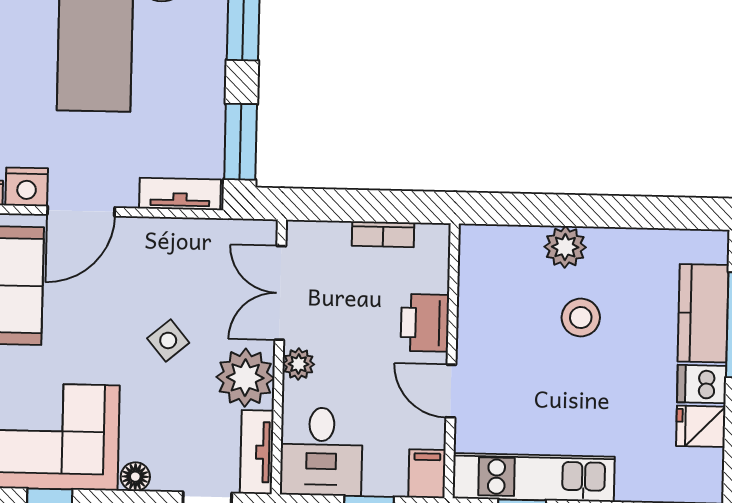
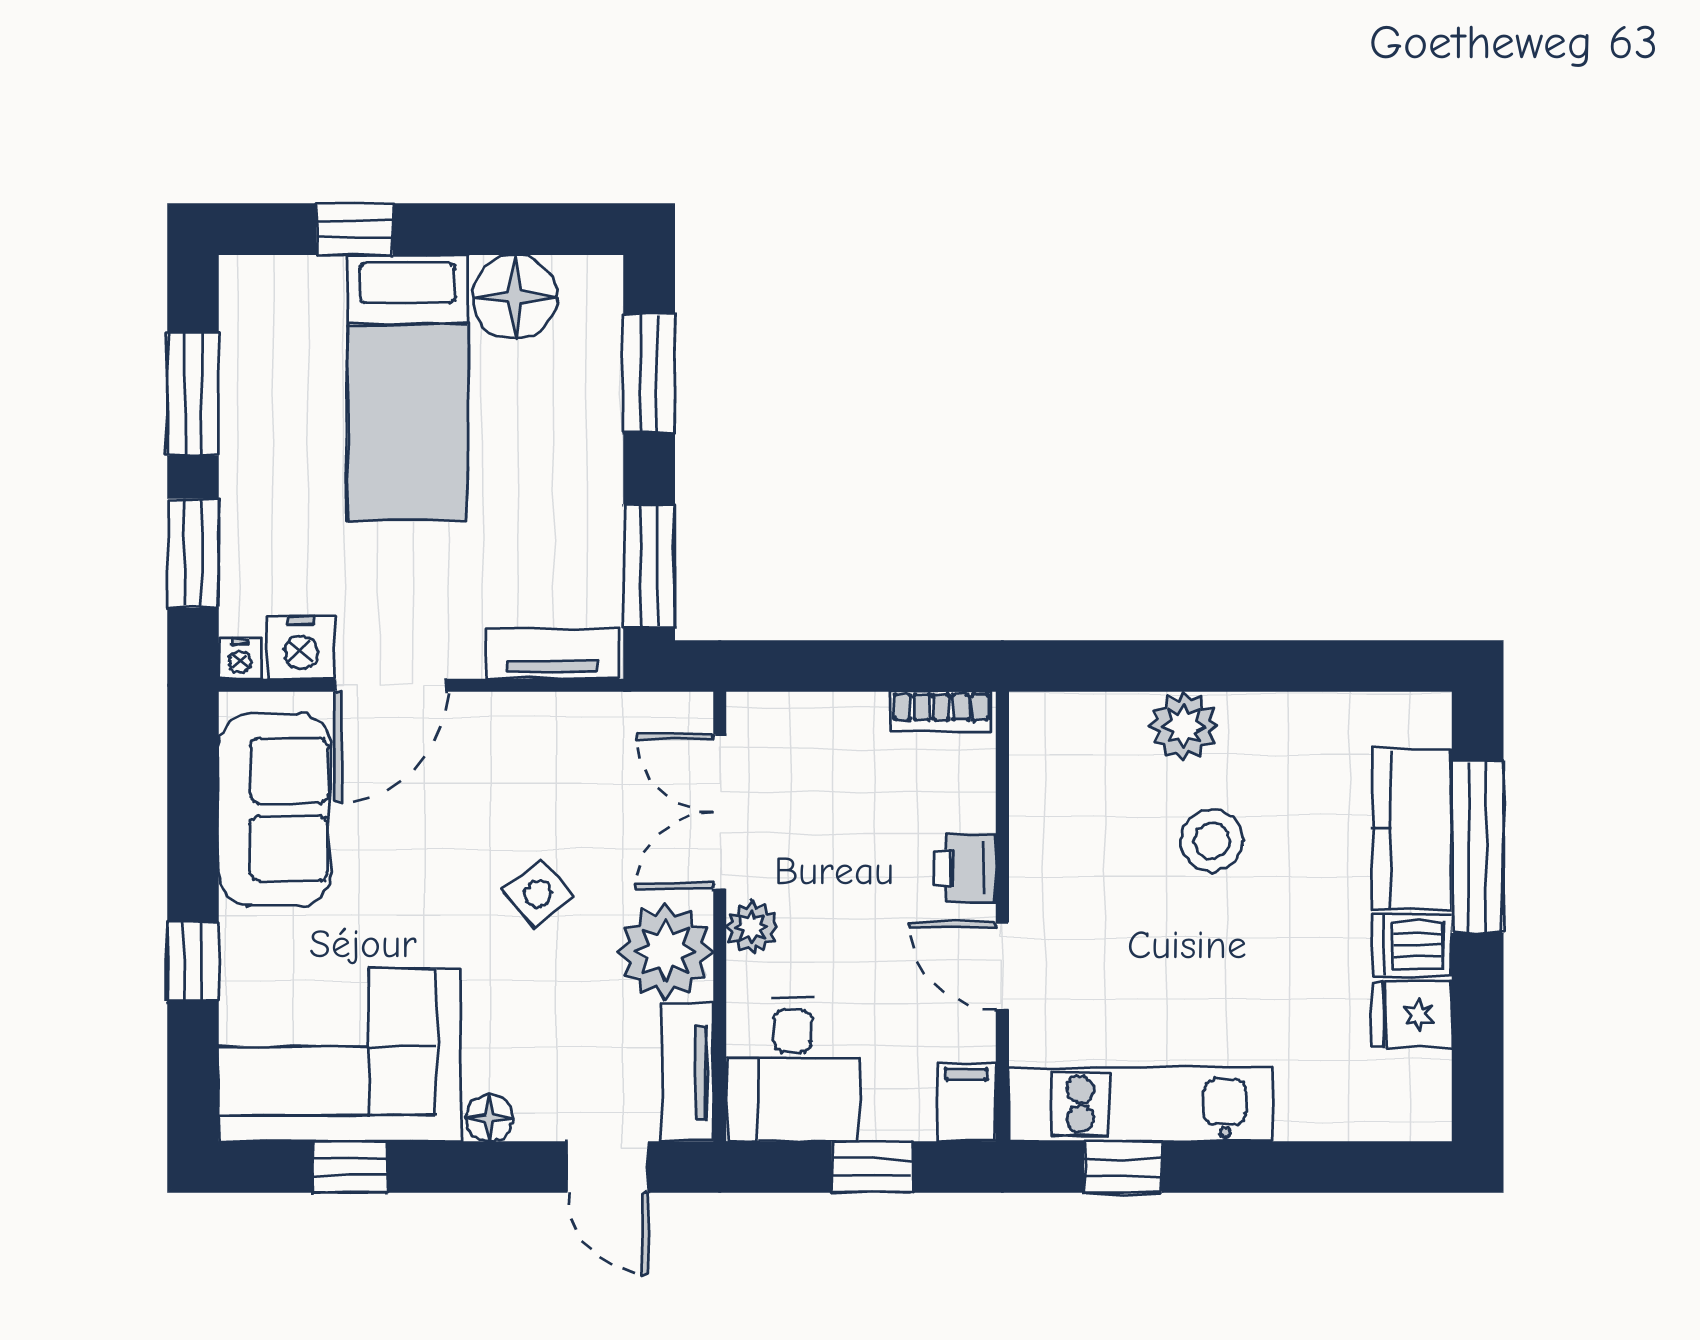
bookcase: (383, 234) -> (941, 712), moved
printer: (425, 323) -> (965, 868), width x0.73, depth x0.81

